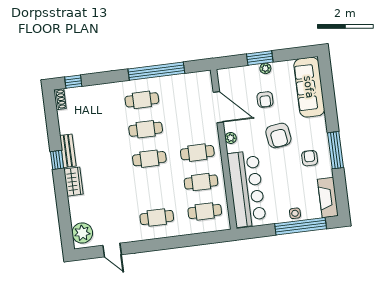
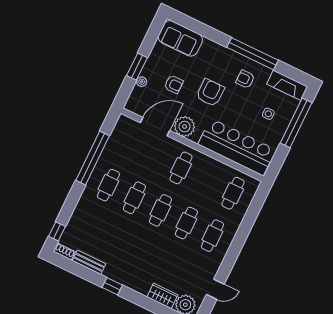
plant: (265, 68) -> (142, 82), moved
sofa: (309, 87) -> (180, 38), width x0.73
armchair: (278, 136) -> (210, 93), turned -82
plant: (231, 138) -> (185, 127), width x1.88, depth x1.88
window: (336, 150) -> (253, 54), width x1.46
bench: (68, 151) -> (89, 262), moved
wardrobe: (74, 182) -> (162, 296), moved
cafe table: (201, 182) -> (186, 223), moved
side table: (295, 213) -> (268, 114), moved

